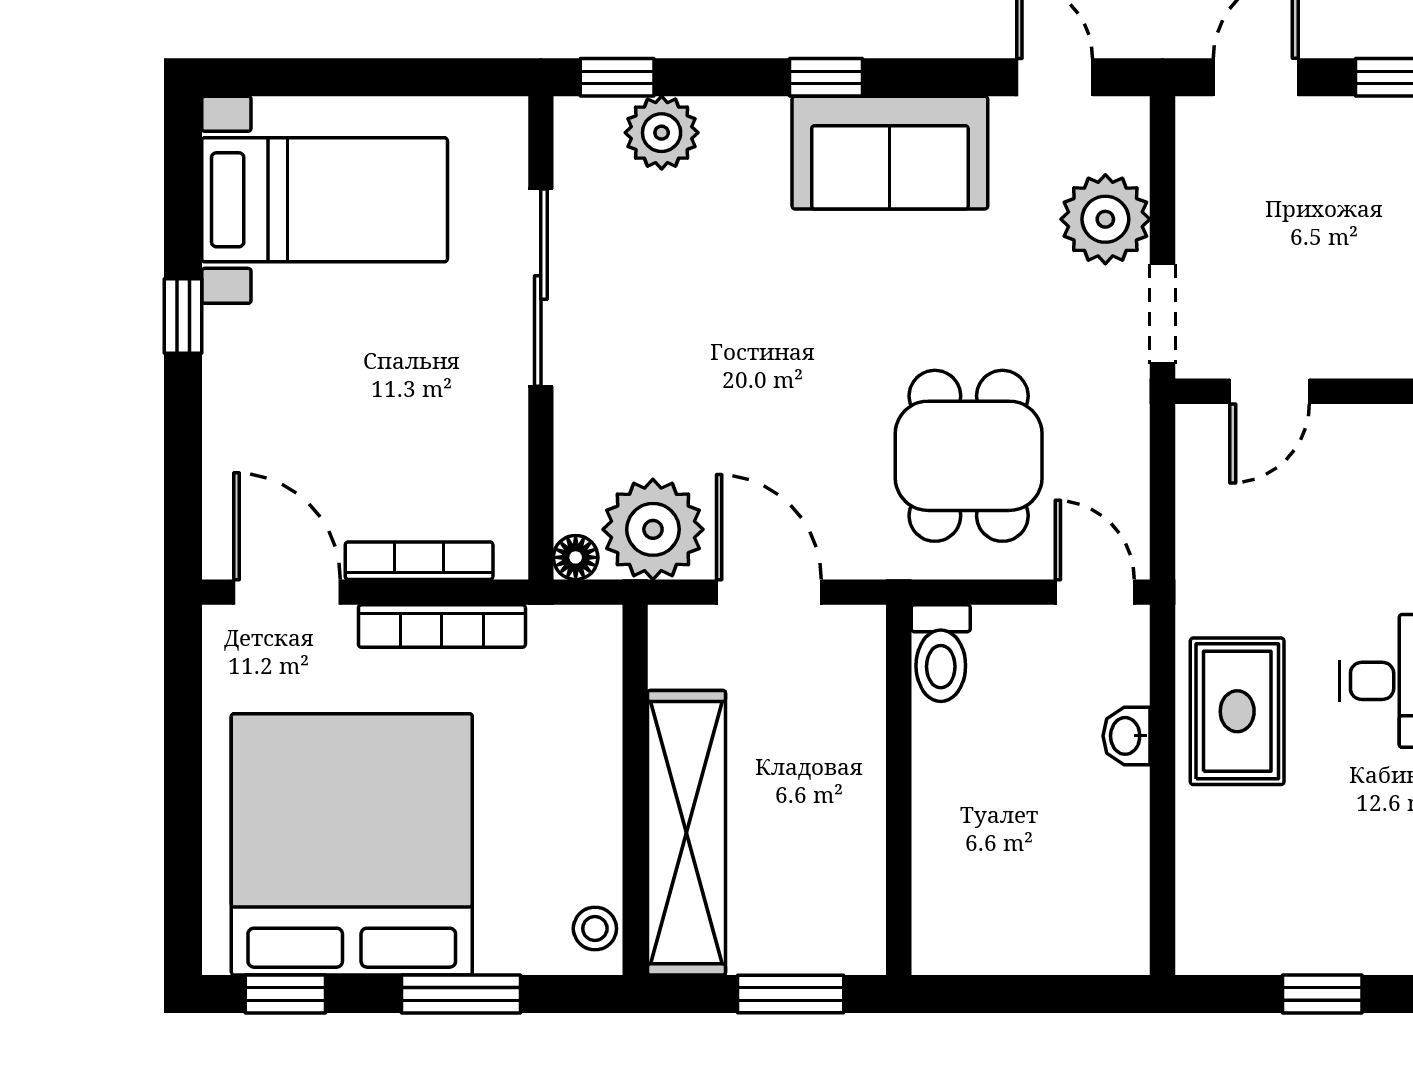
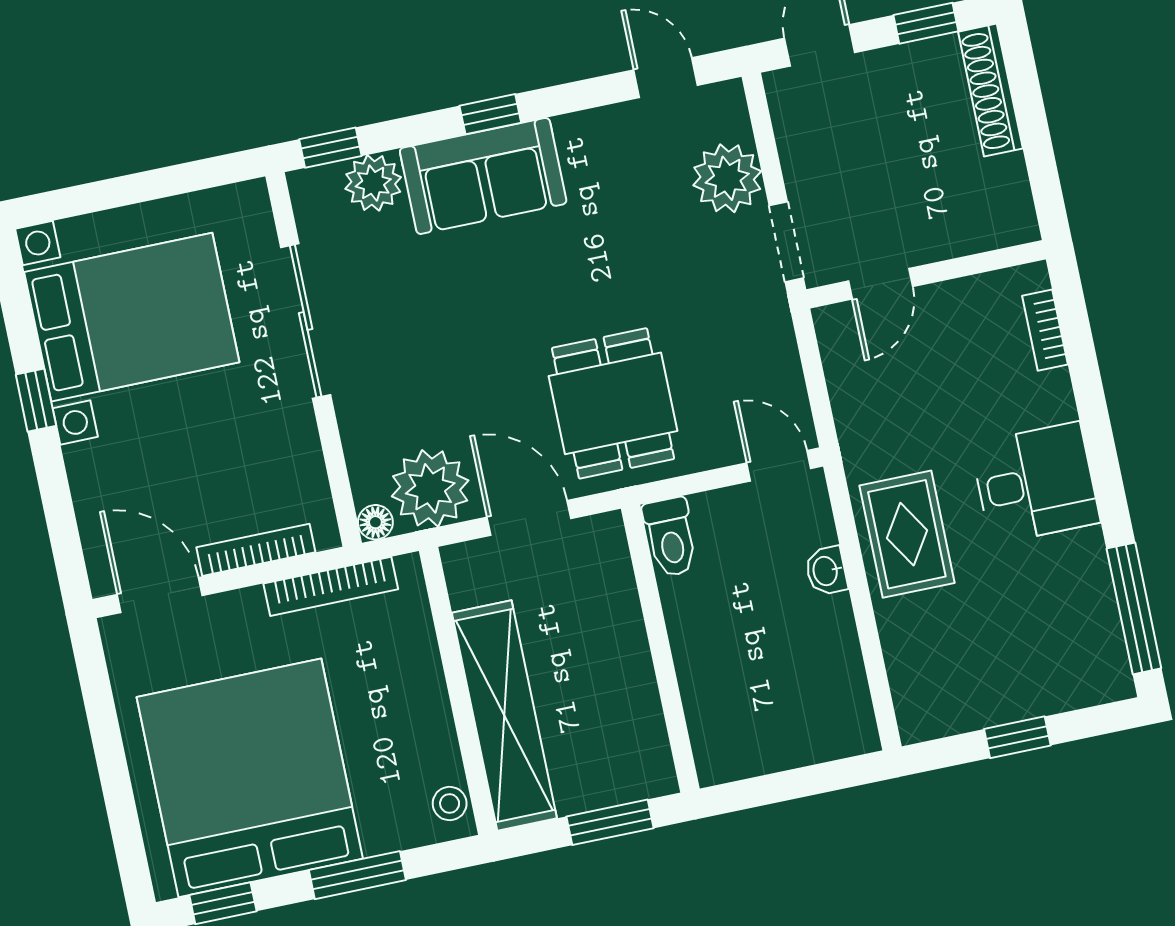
sofa: (890, 153) -> (483, 176), moved
bed with nightstands: (325, 200) -> (132, 317), width x1.36
dining table: (969, 456) -> (613, 403), moved
bookcase: (442, 626) -> (331, 586), moved

